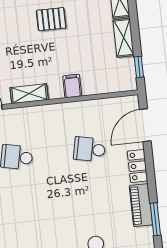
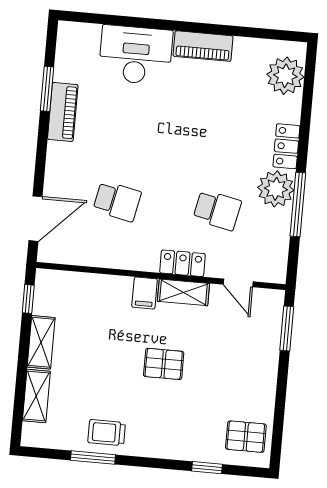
pallet: (51, 19) -> (164, 364), moved
filing cabinet: (72, 86) -> (145, 293), moved
locker: (137, 166) -> (183, 263), moved, turned -90

